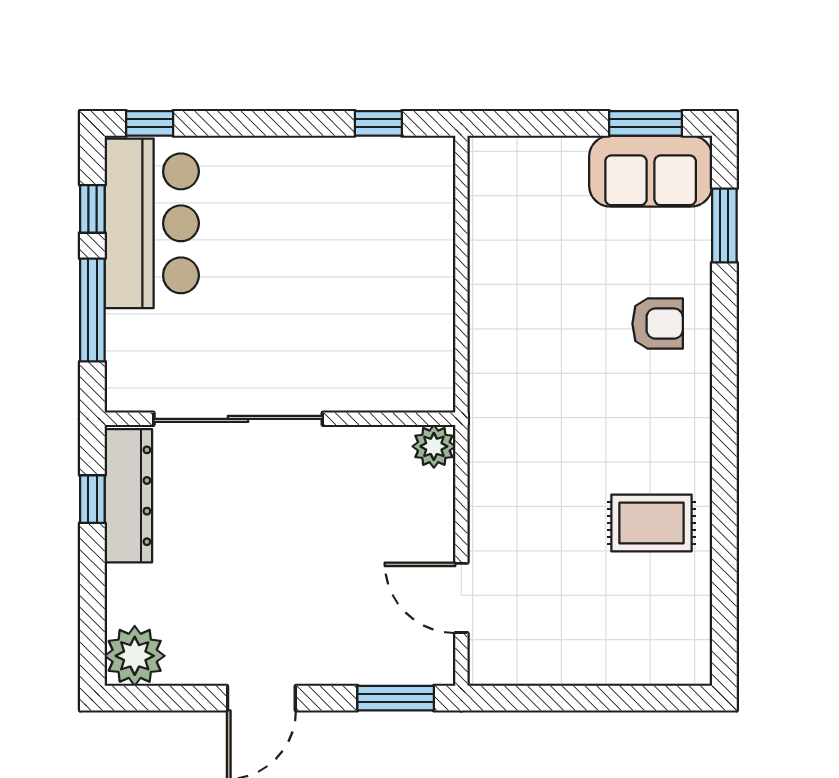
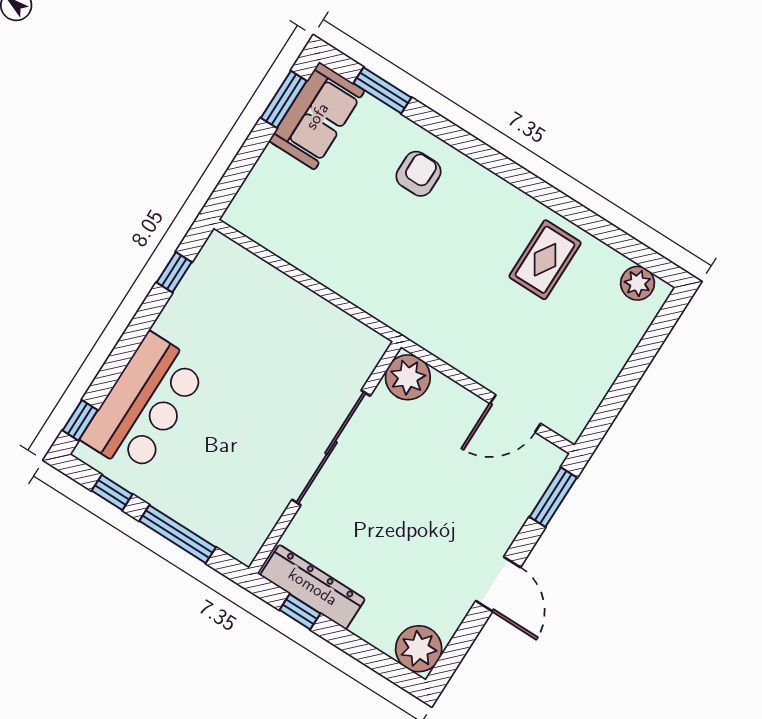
bar counter: (152, 223) -> (144, 404), moved, turned 90
sliding door: (238, 419) -> (331, 448), moved
plant: (434, 446) -> (408, 377), width x1.36, depth x1.36
plant: (690, 641) -> (638, 283), added

